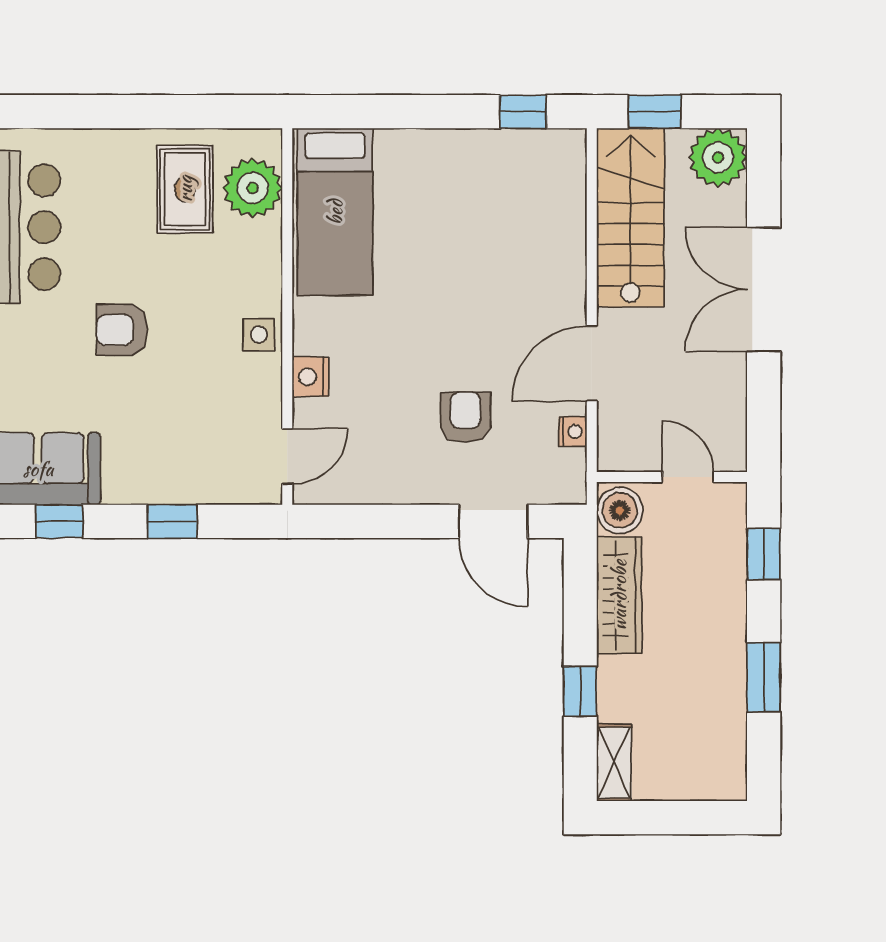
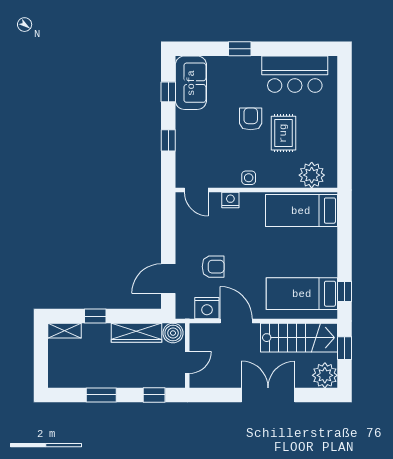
rug: (185, 189) -> (283, 133), moved, turned 90
bed: (528, 211) -> (302, 294), added
nightstand: (573, 432) -> (207, 308), width x1.89, depth x1.79

